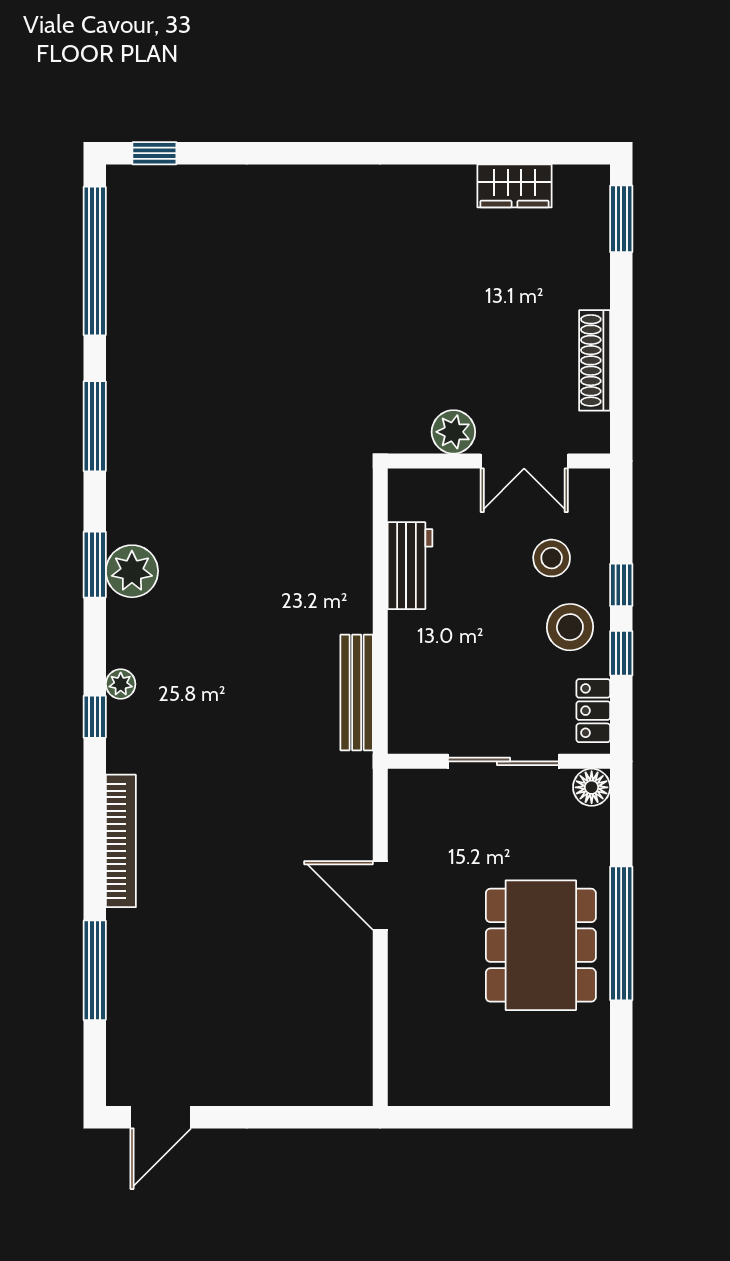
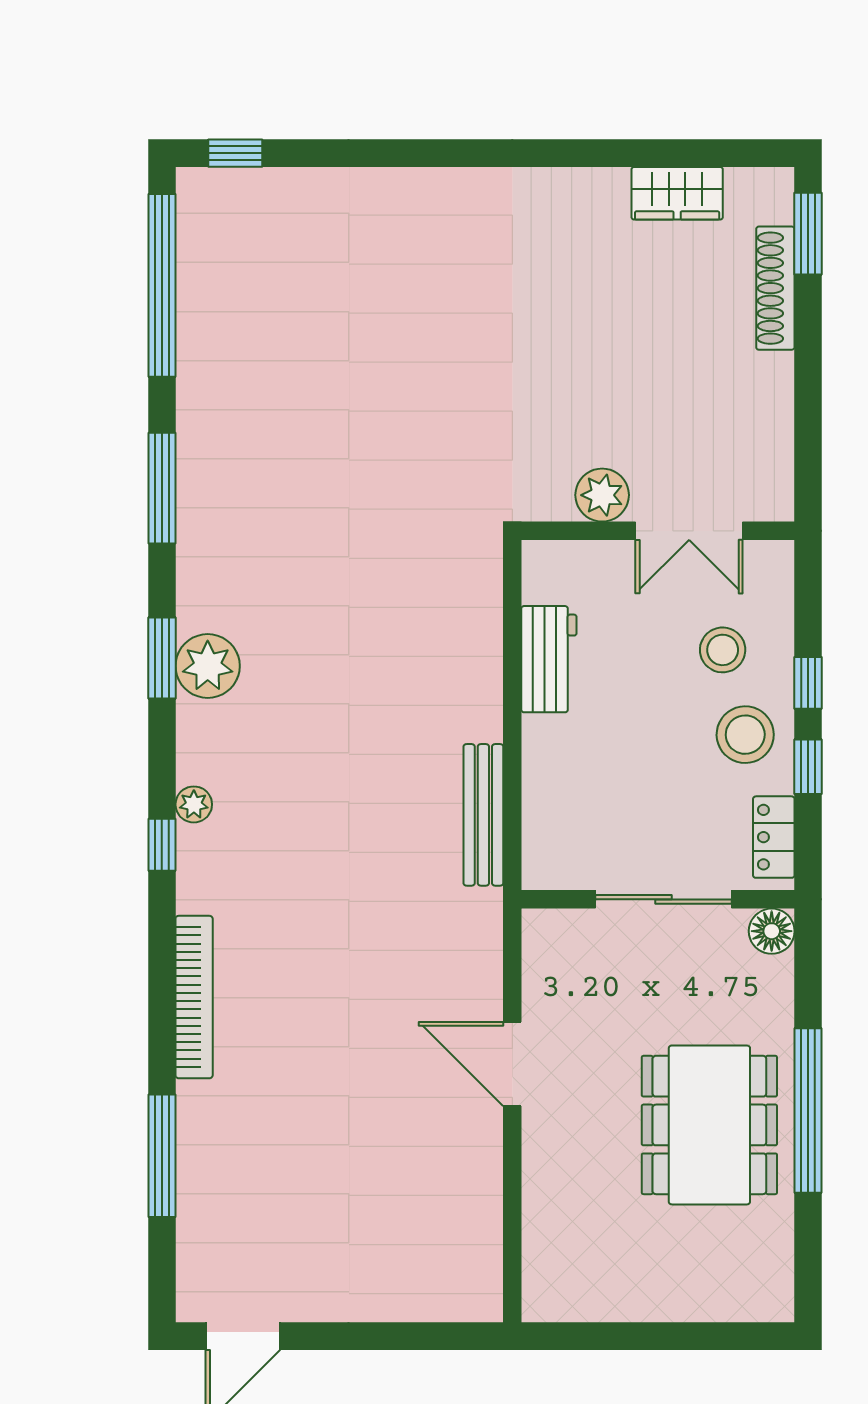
shoe rack: (595, 360) -> (775, 288), moved

